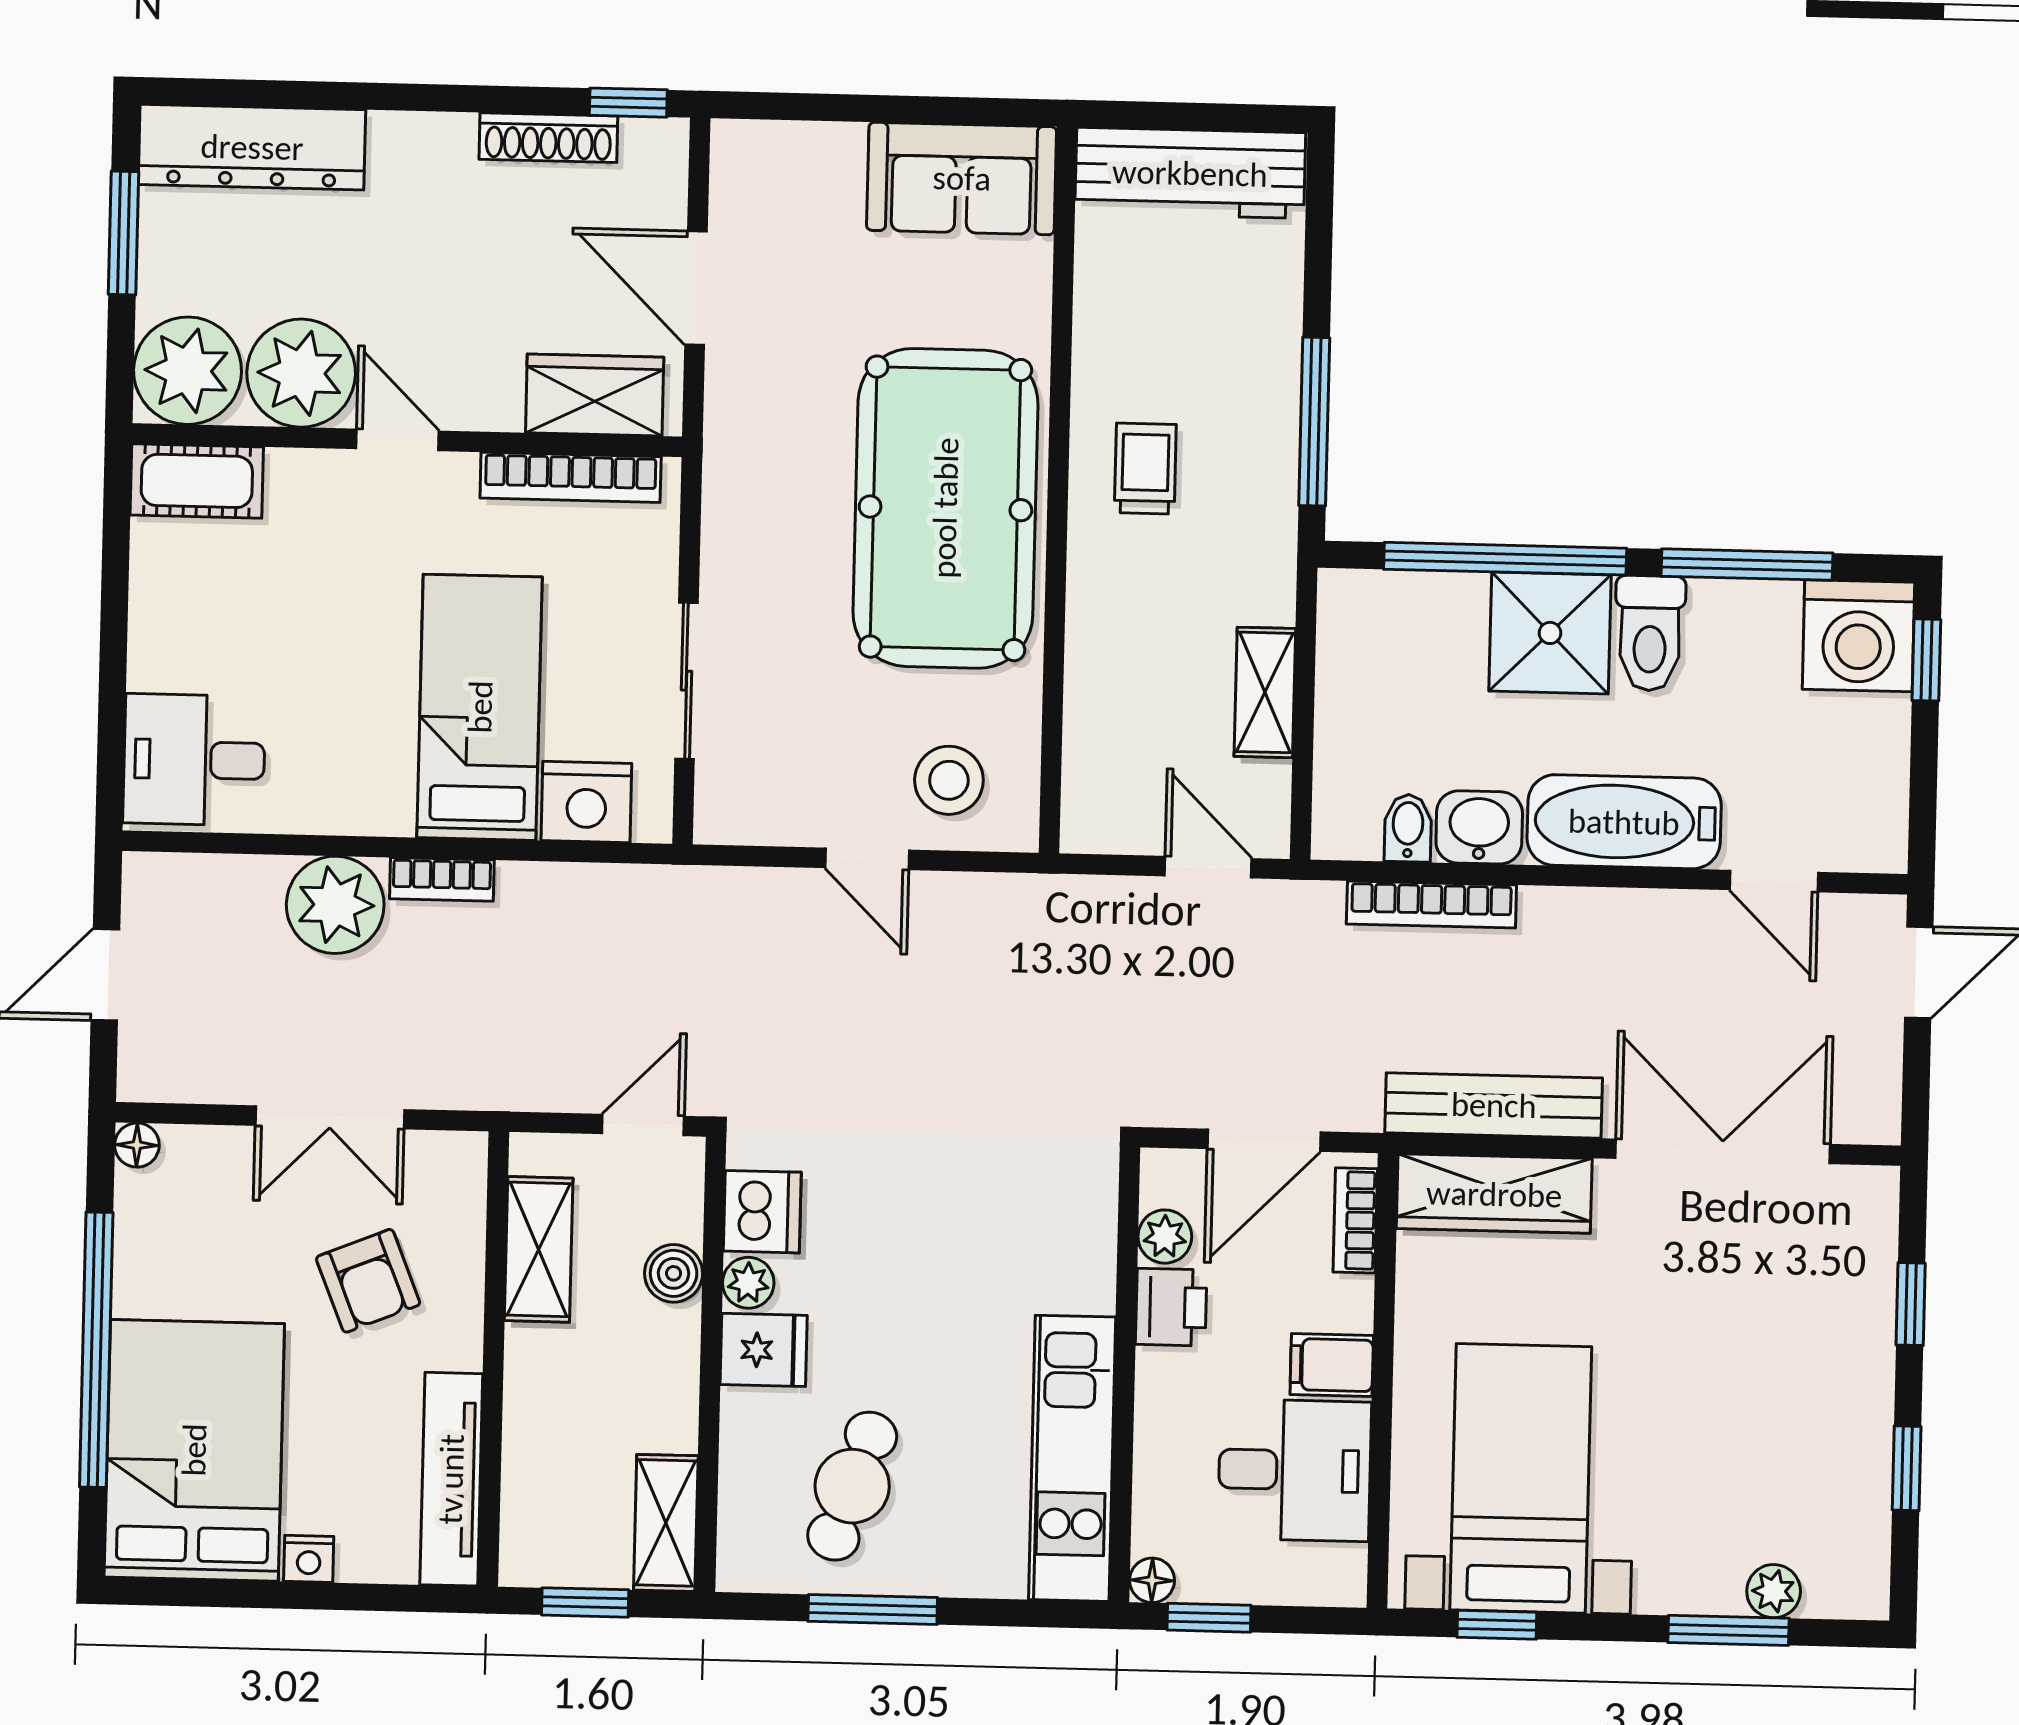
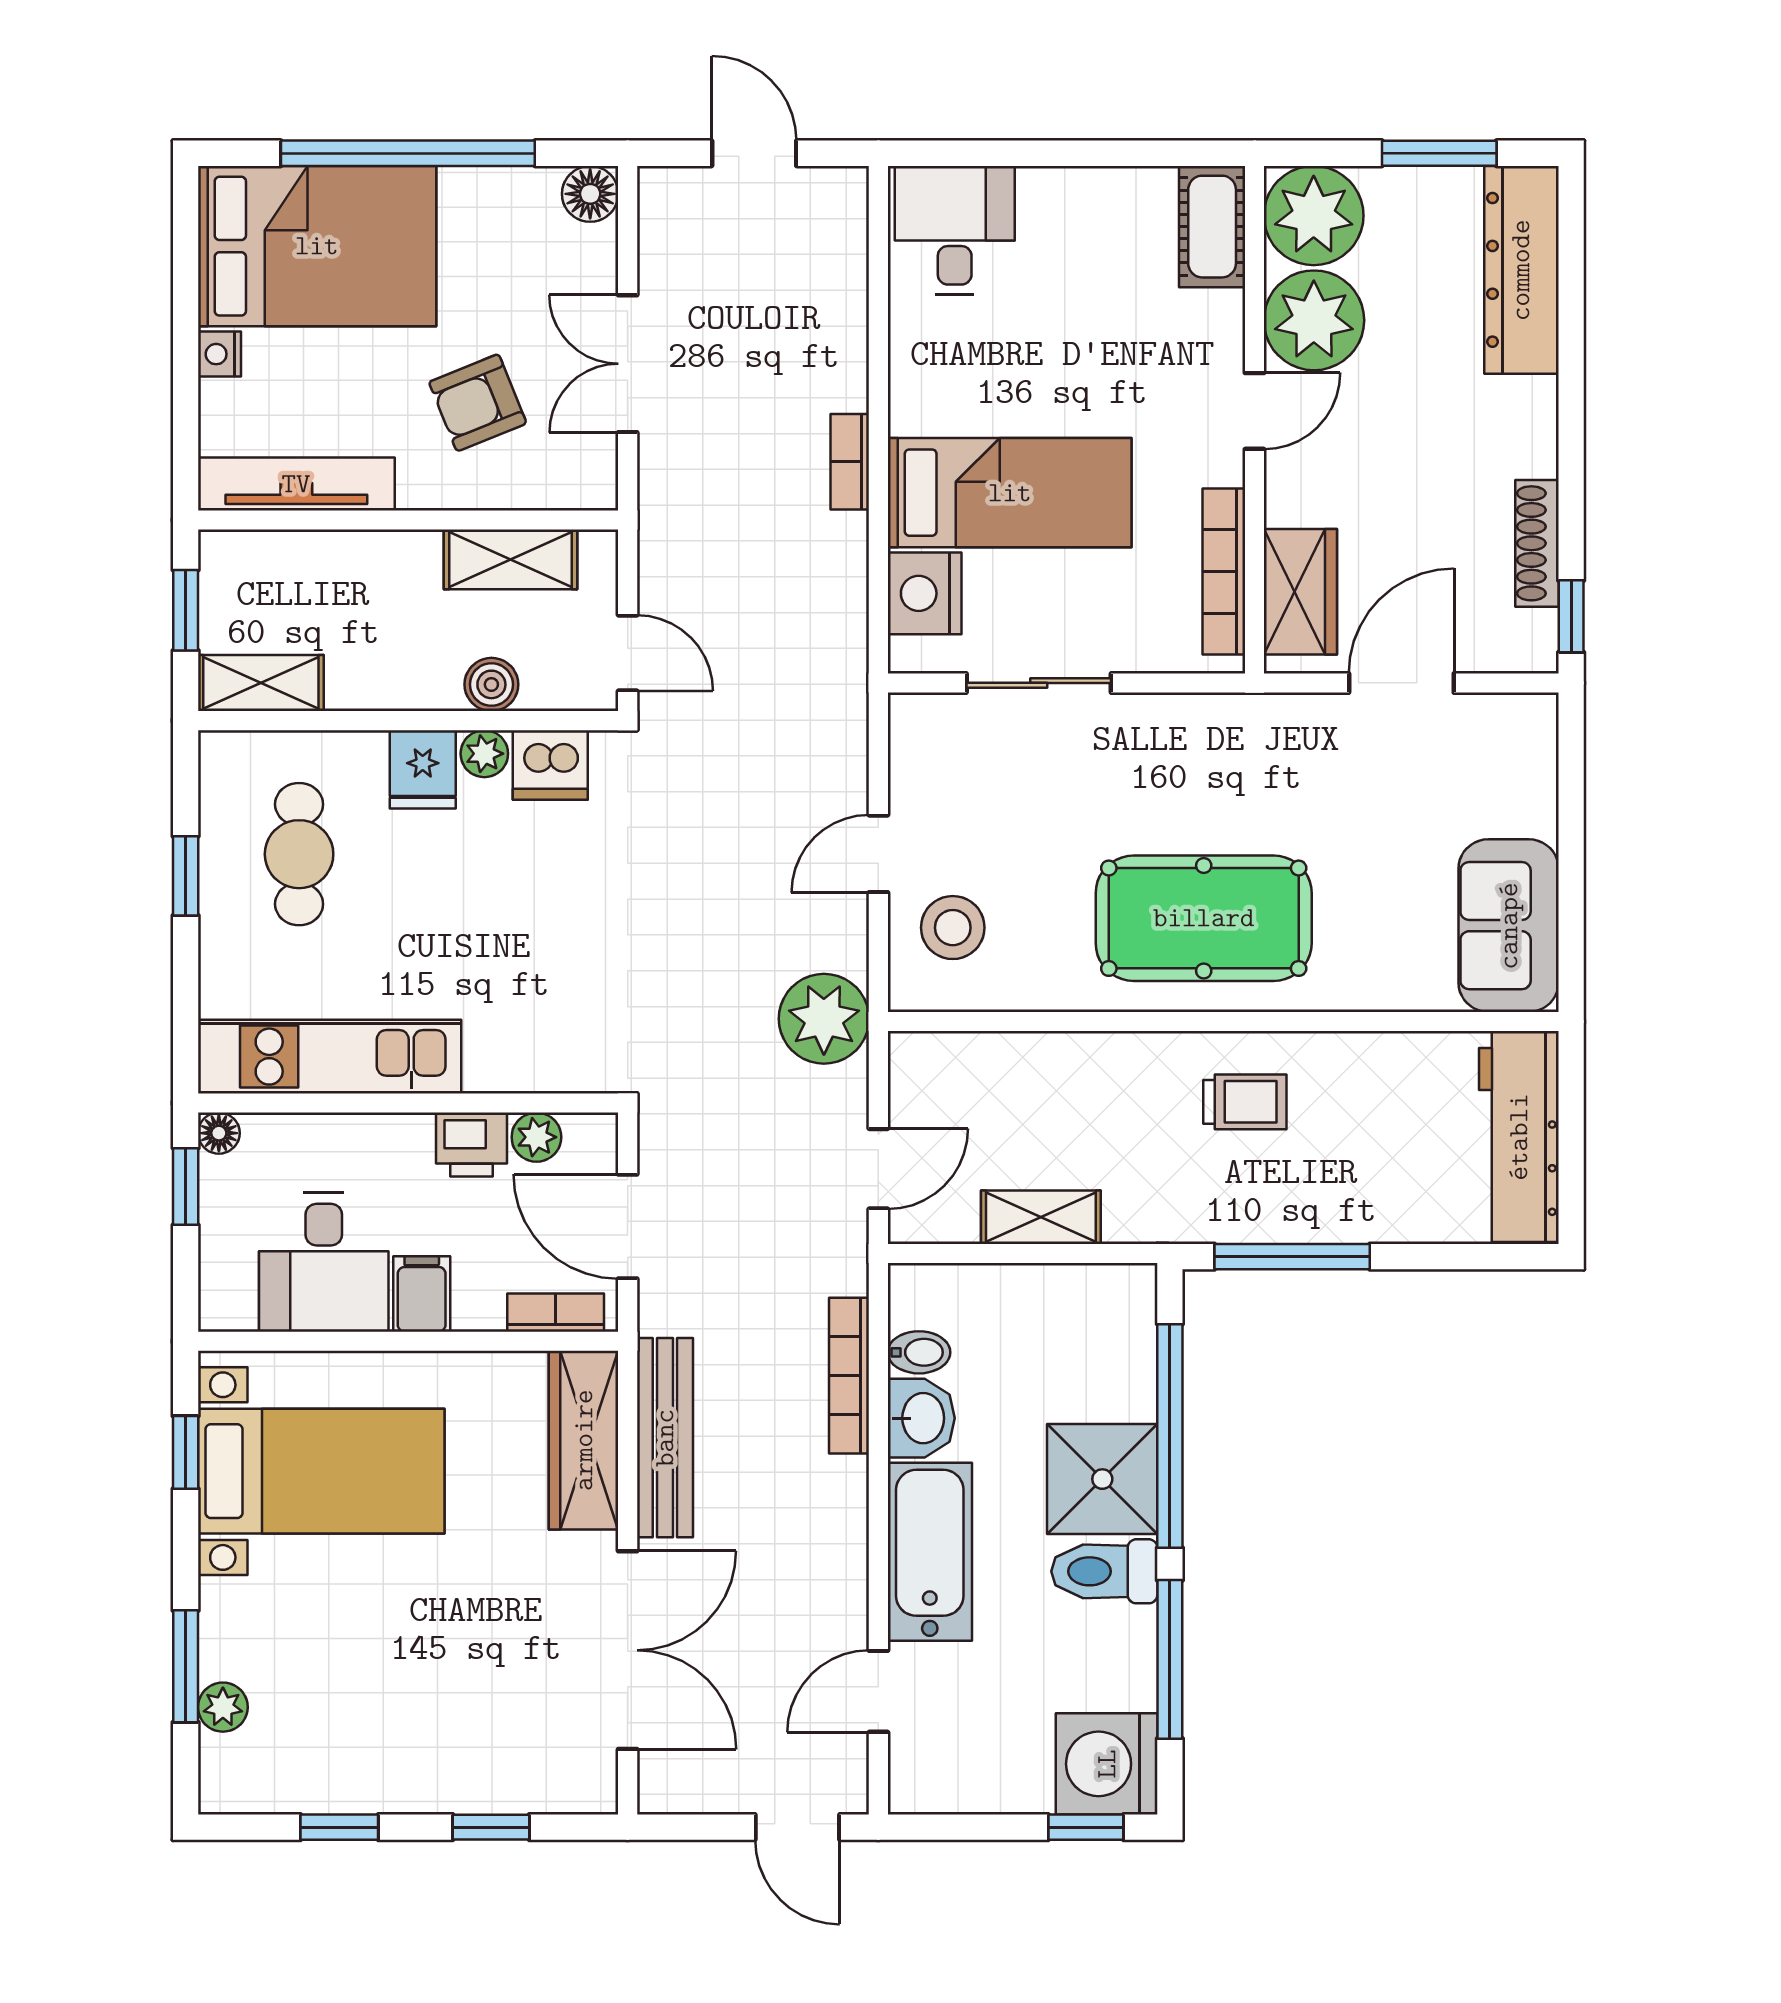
pool table: (945, 508) -> (1204, 918), width x0.73, depth x0.76
plant: (335, 905) -> (824, 1019), moved
floor lamp: (137, 1145) -> (590, 194), width x1.37, depth x1.37
cafe table: (852, 1486) -> (299, 854), turned 71
window: (873, 1609) -> (186, 876), width x0.67

